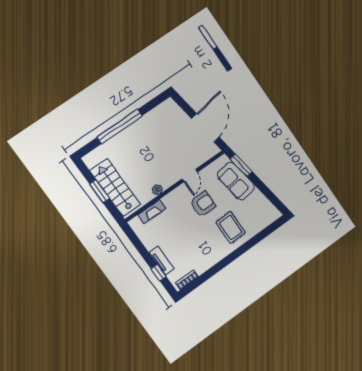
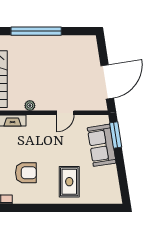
armchair: (203, 204) -> (26, 173), moved

